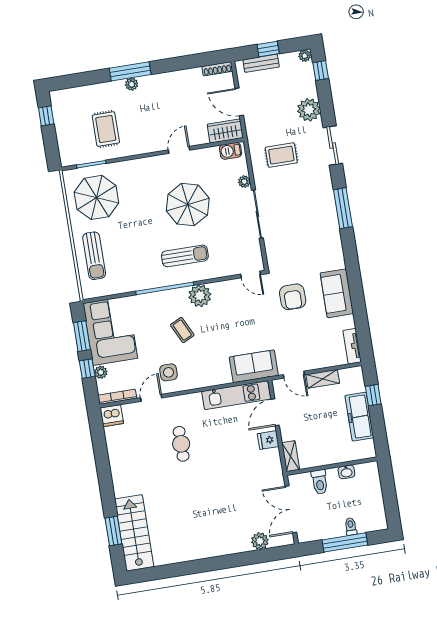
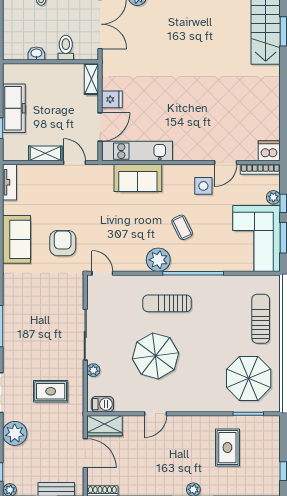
sofa: (254, 366) -> (138, 178), moved
cafe table: (181, 444) -> (202, 110), removed

